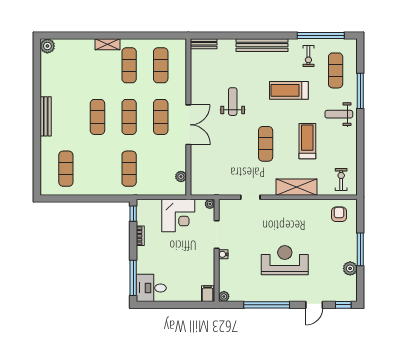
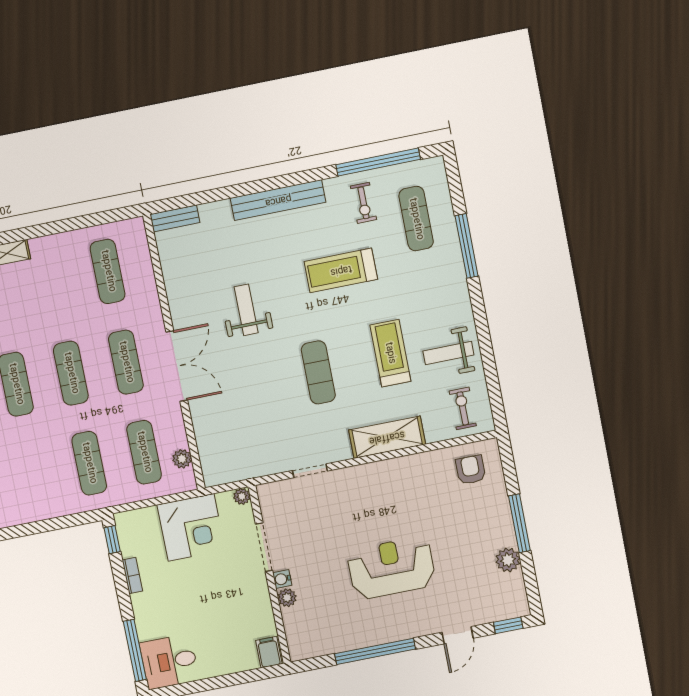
exercise mat: (129, 65) -> (144, 452), moved
weight bench: (339, 114) -> (448, 353), moved
plant: (224, 296) -> (287, 598), moved

